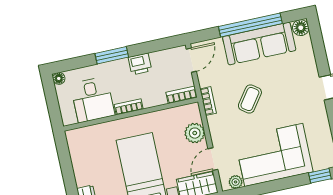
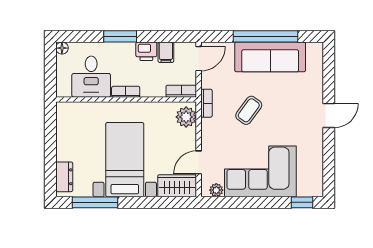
floor lamp: (301, 28) -> (315, 50), removed
filing cabinet: (159, 61) -> (166, 52), added
plant: (195, 133) -> (186, 117), moved

